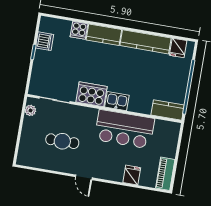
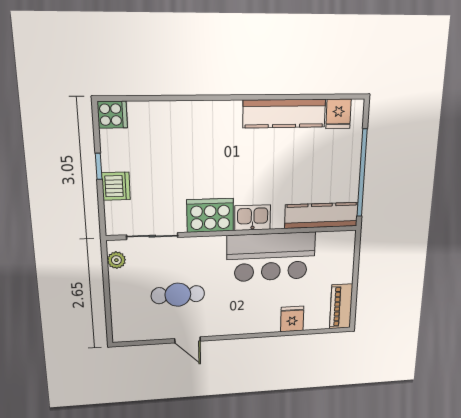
cooker: (79, 30) -> (112, 115), moved, turned -90
kitchen counter: (104, 35) -> (213, 115), removed
dishwasher: (45, 41) -> (116, 186), moved
kitchen counter: (168, 110) -> (321, 215), width x1.50
door: (84, 177) -> (187, 340), moved

